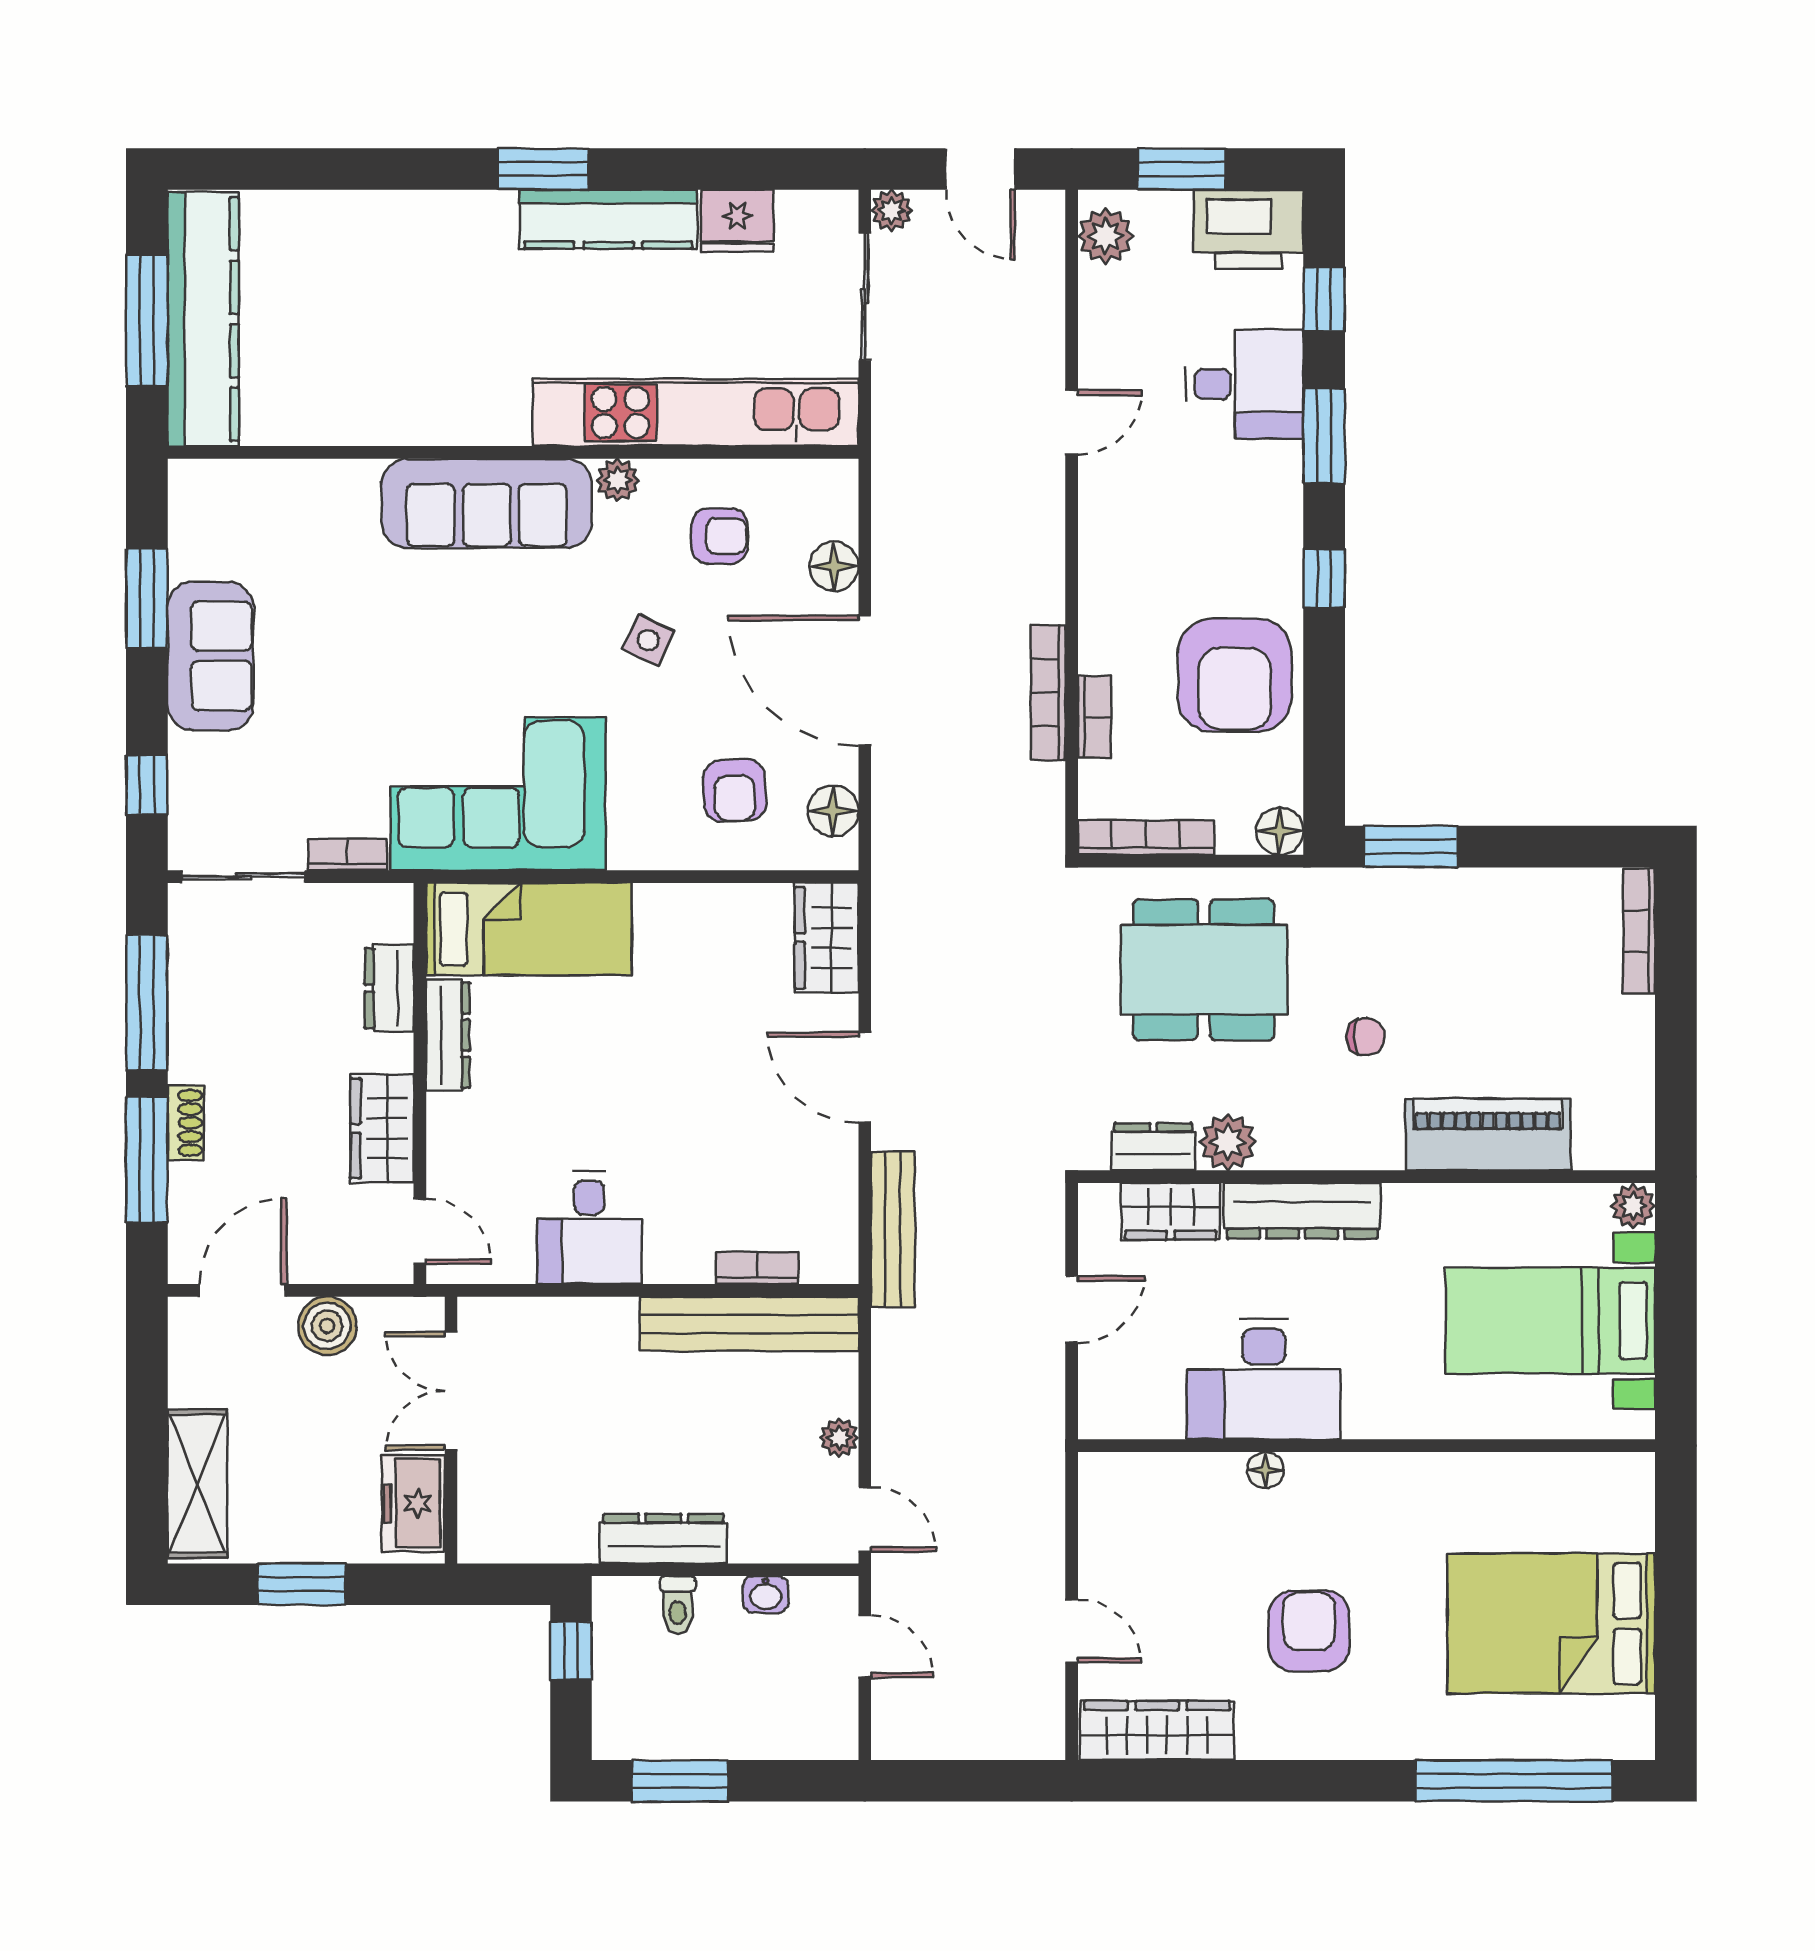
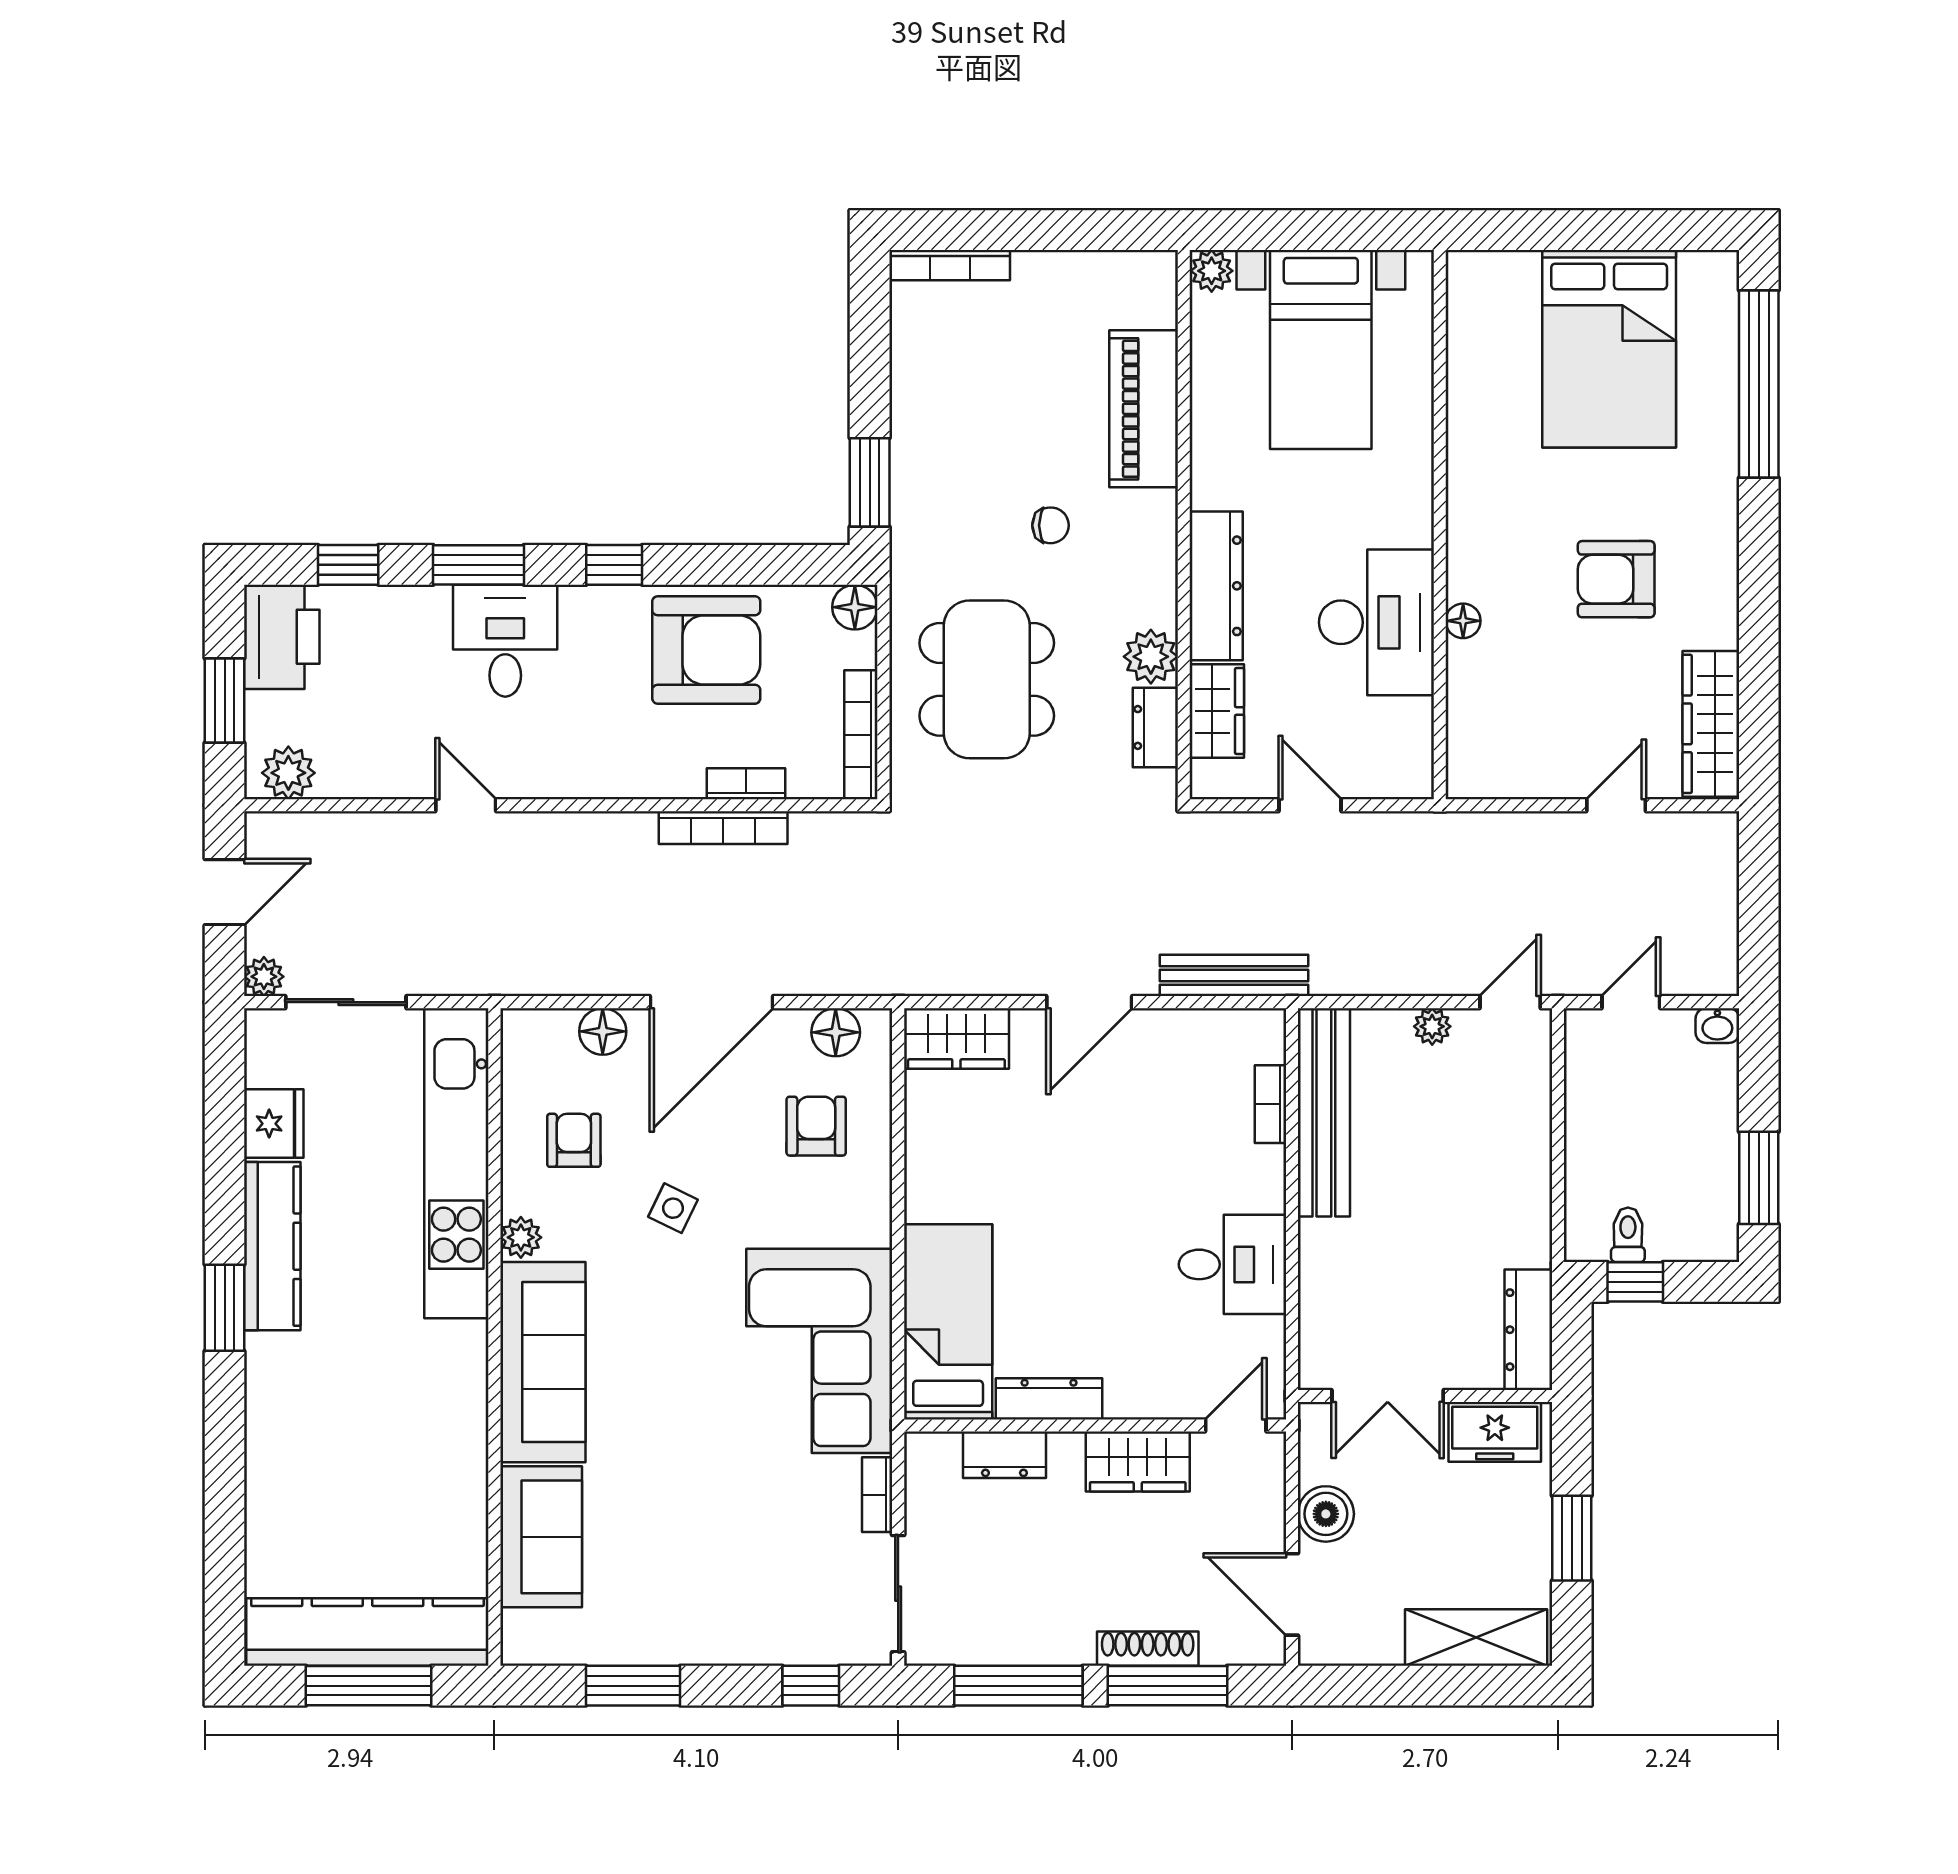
desk: (1244, 384) -> (505, 641), moved
sofa: (210, 656) -> (541, 1537), moved, turned 90
armchair: (735, 790) -> (816, 1126), turned -87
chair: (1366, 1037) -> (1051, 525), turned 90
shoe rack: (186, 1123) -> (1148, 1649), width x1.43
dresser: (663, 1539) -> (1528, 1330), moved
washbasin: (766, 1594) -> (1717, 1026), moved, turned 90
toilet: (678, 1605) -> (1628, 1235), moved, turned -90

